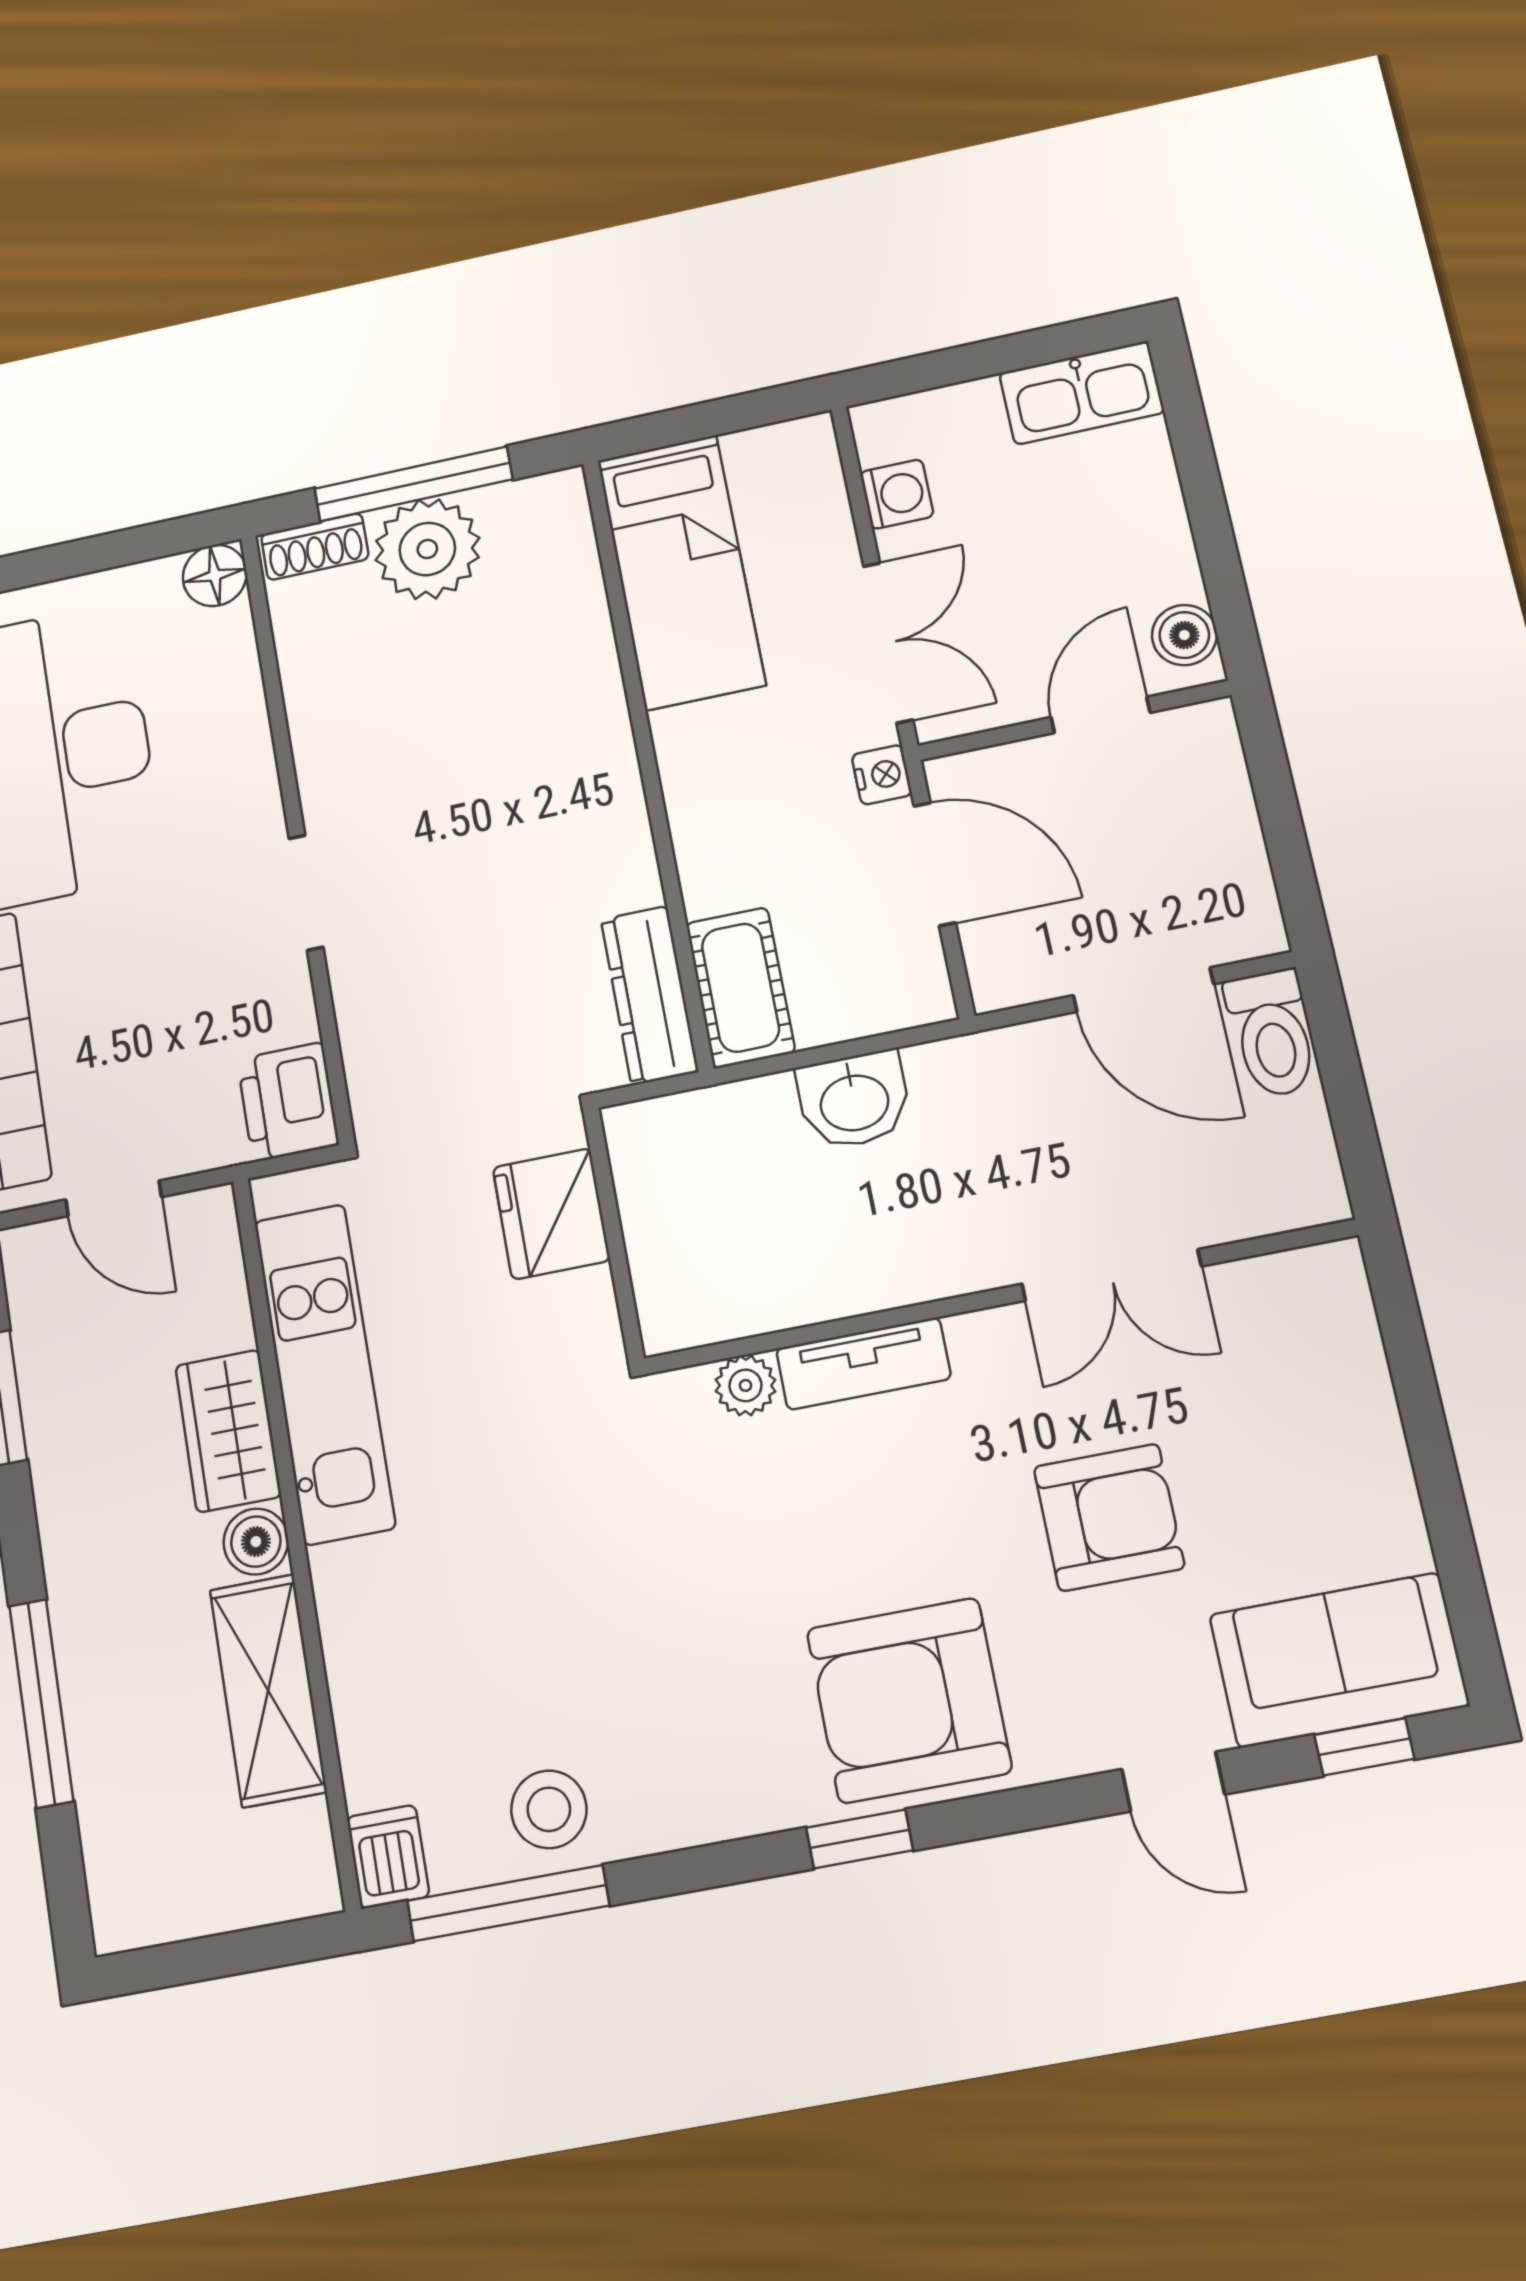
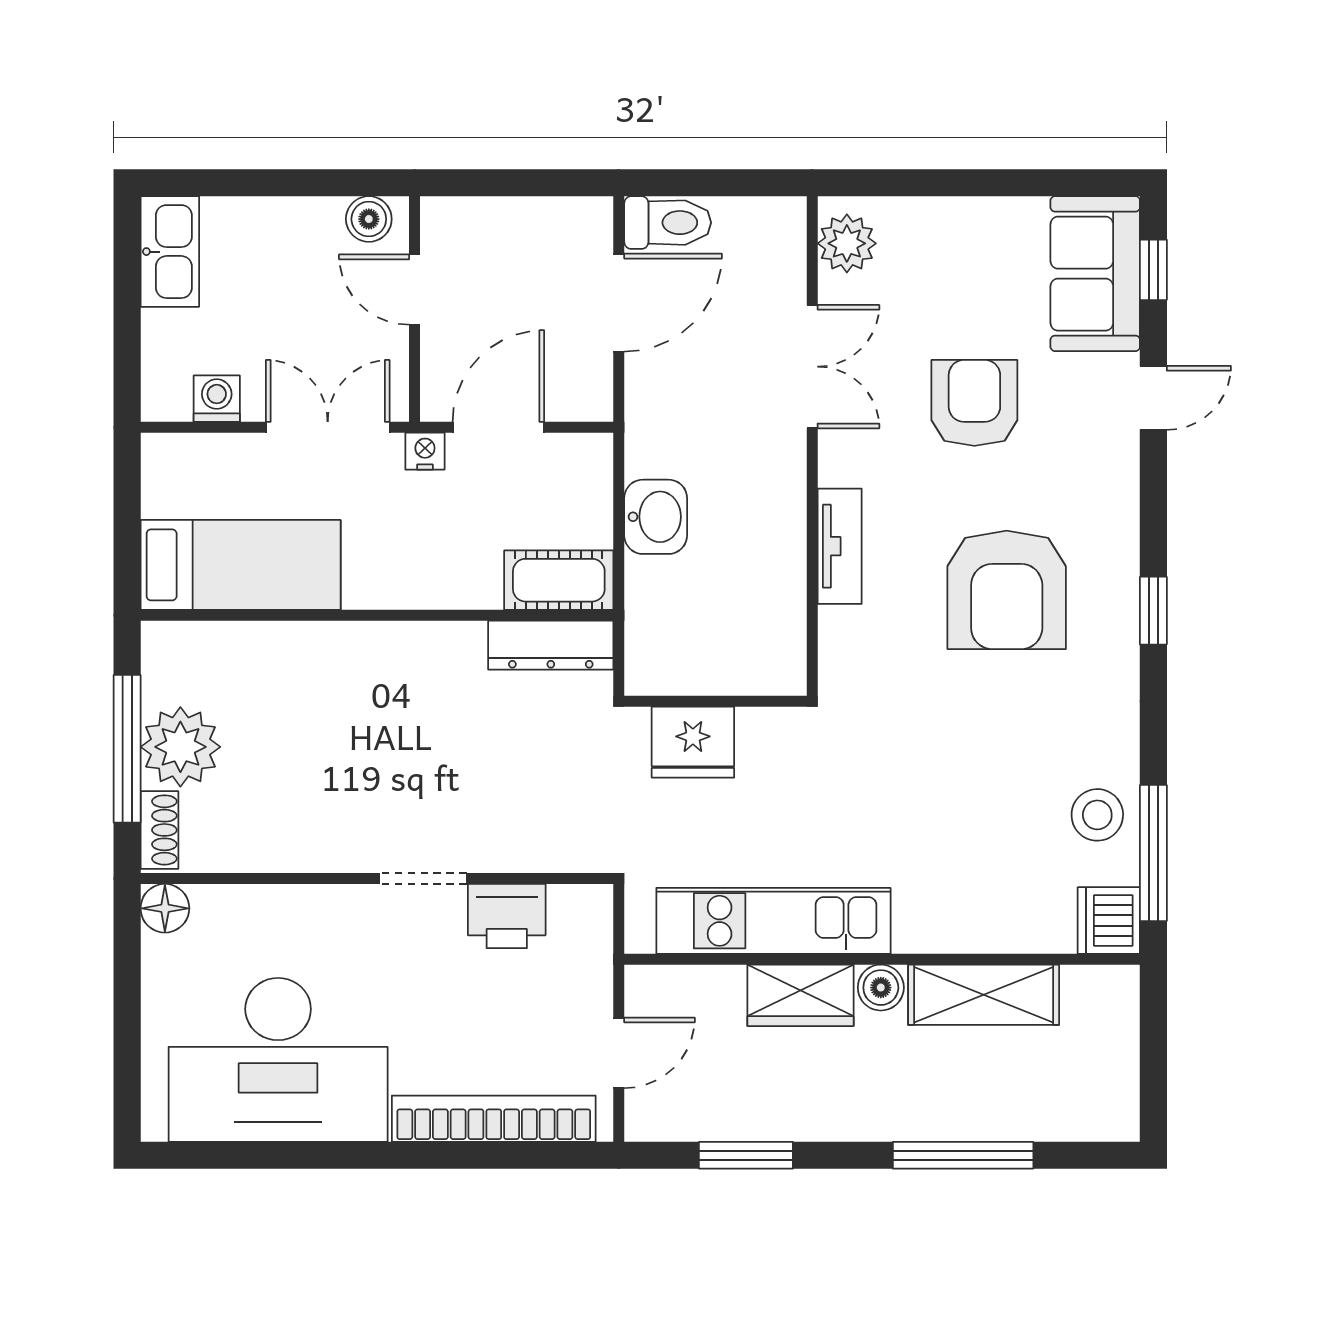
printer: (288, 1102) -> (507, 916), moved
plant: (746, 1385) -> (847, 243), moved, width x1.38, depth x1.38
armchair: (909, 1700) -> (1007, 590), moved
dishwasher: (388, 1857) -> (1109, 920), width x1.38

